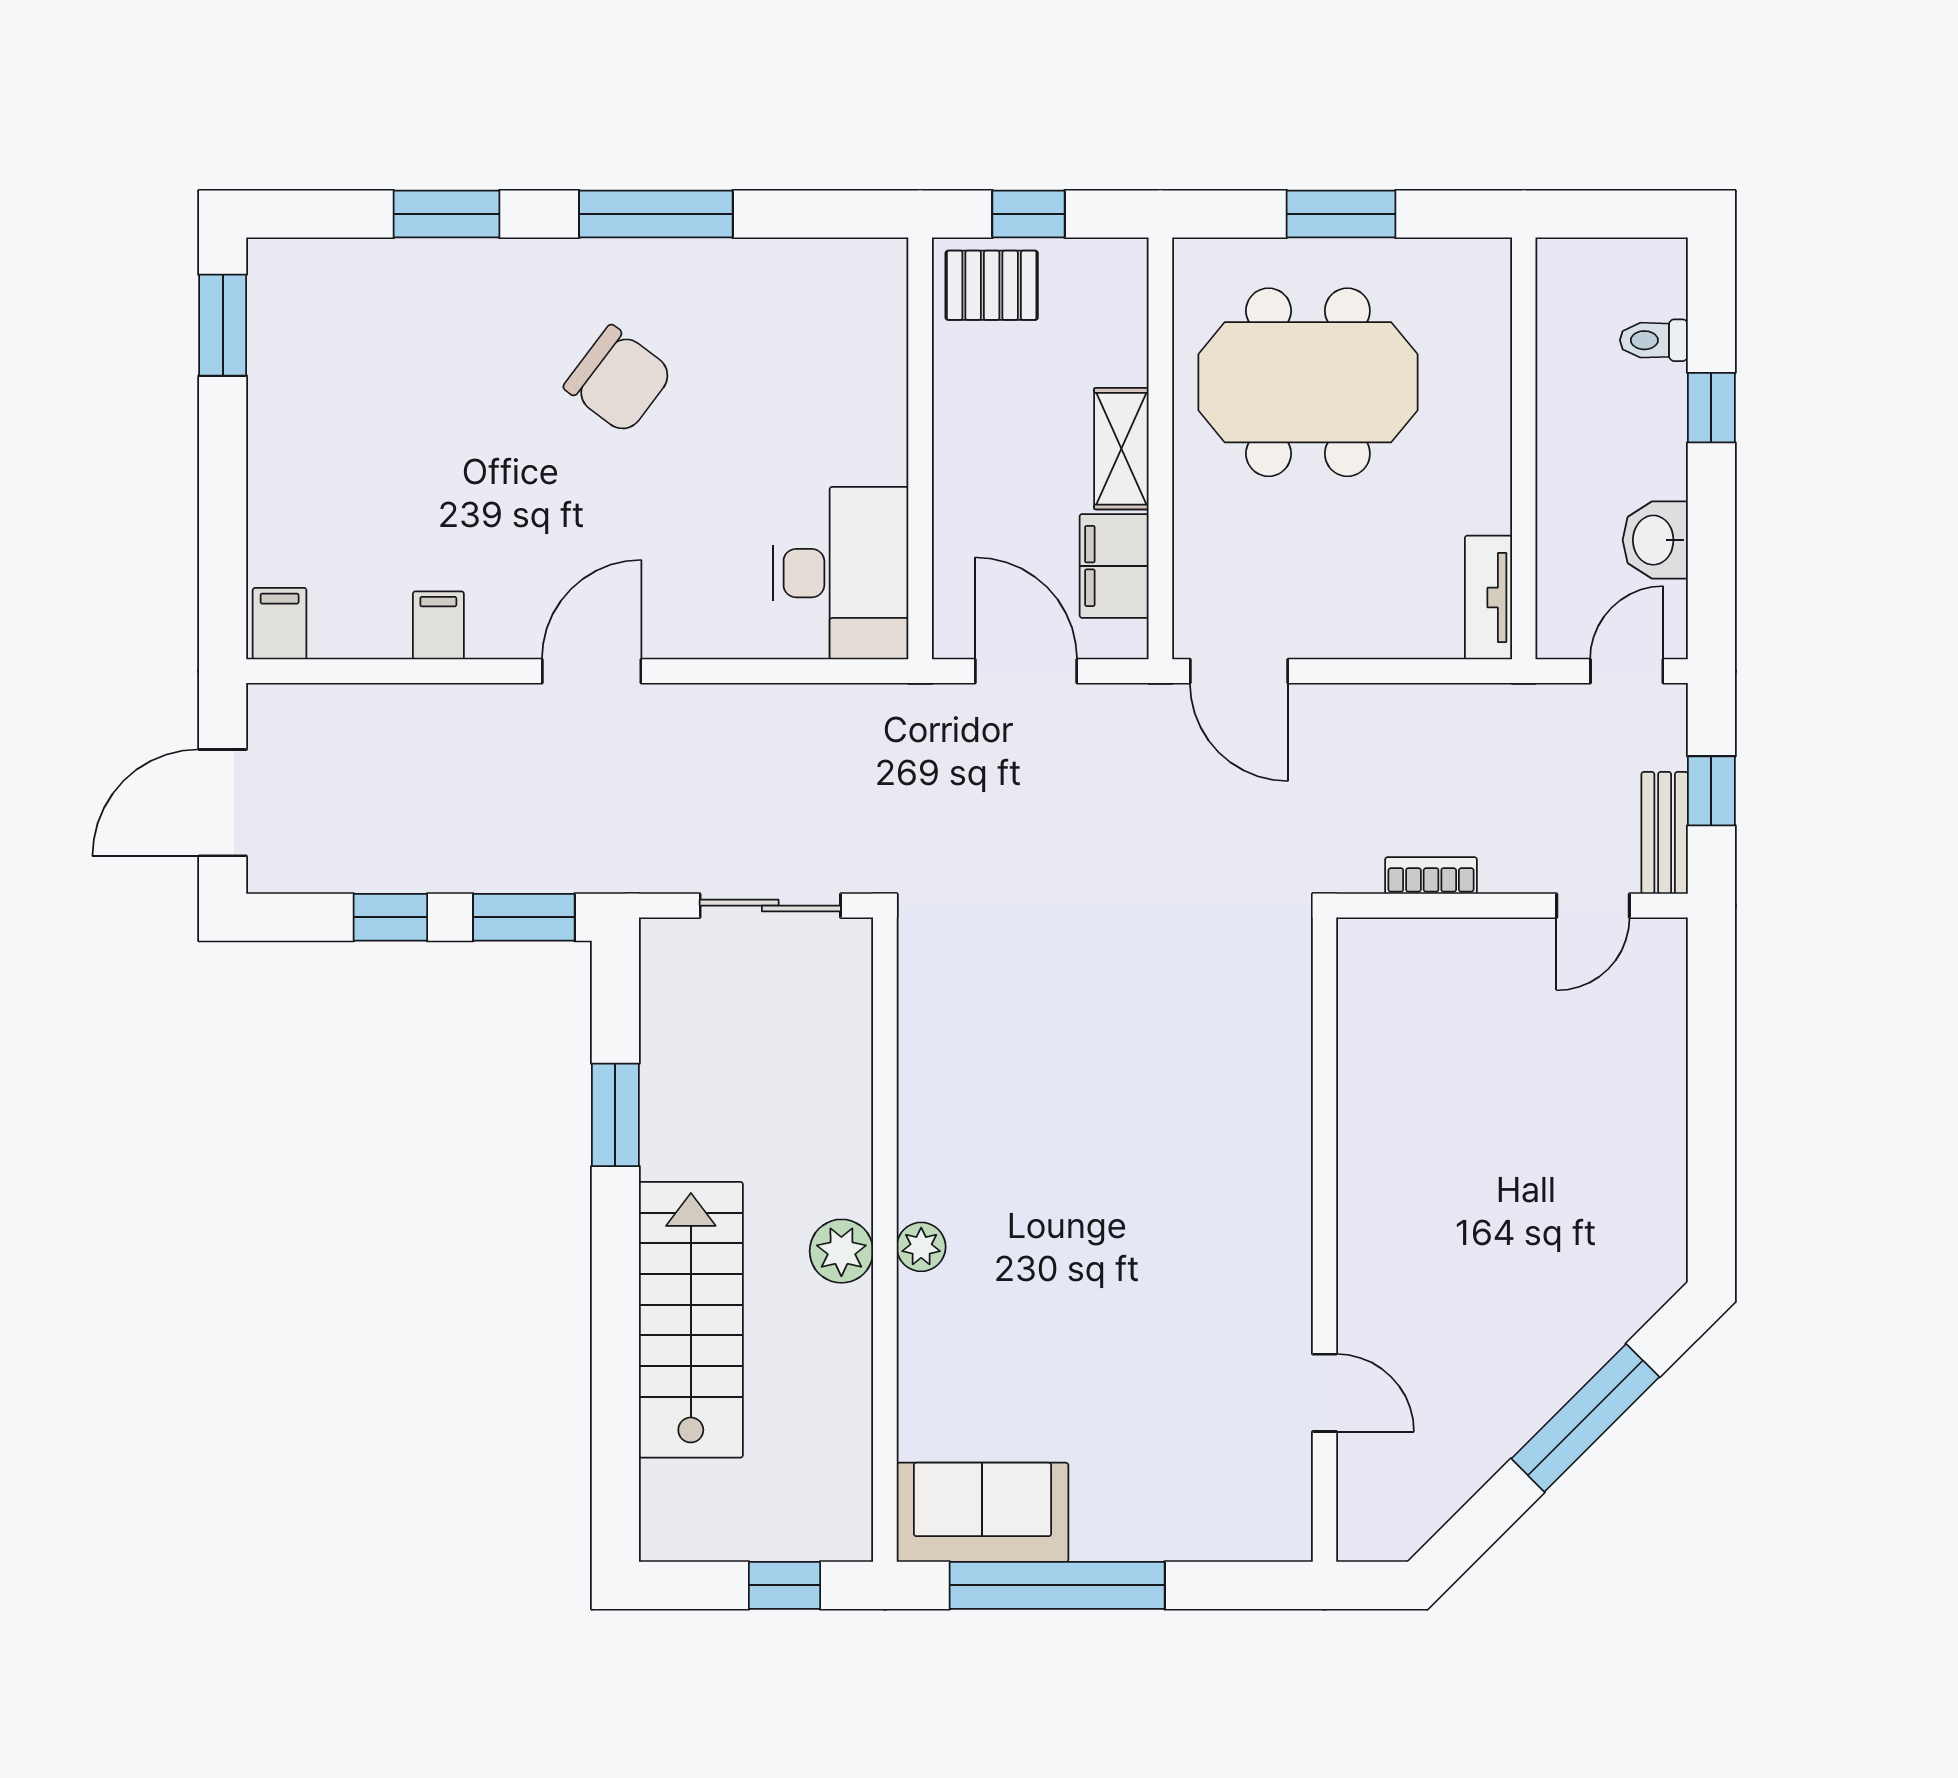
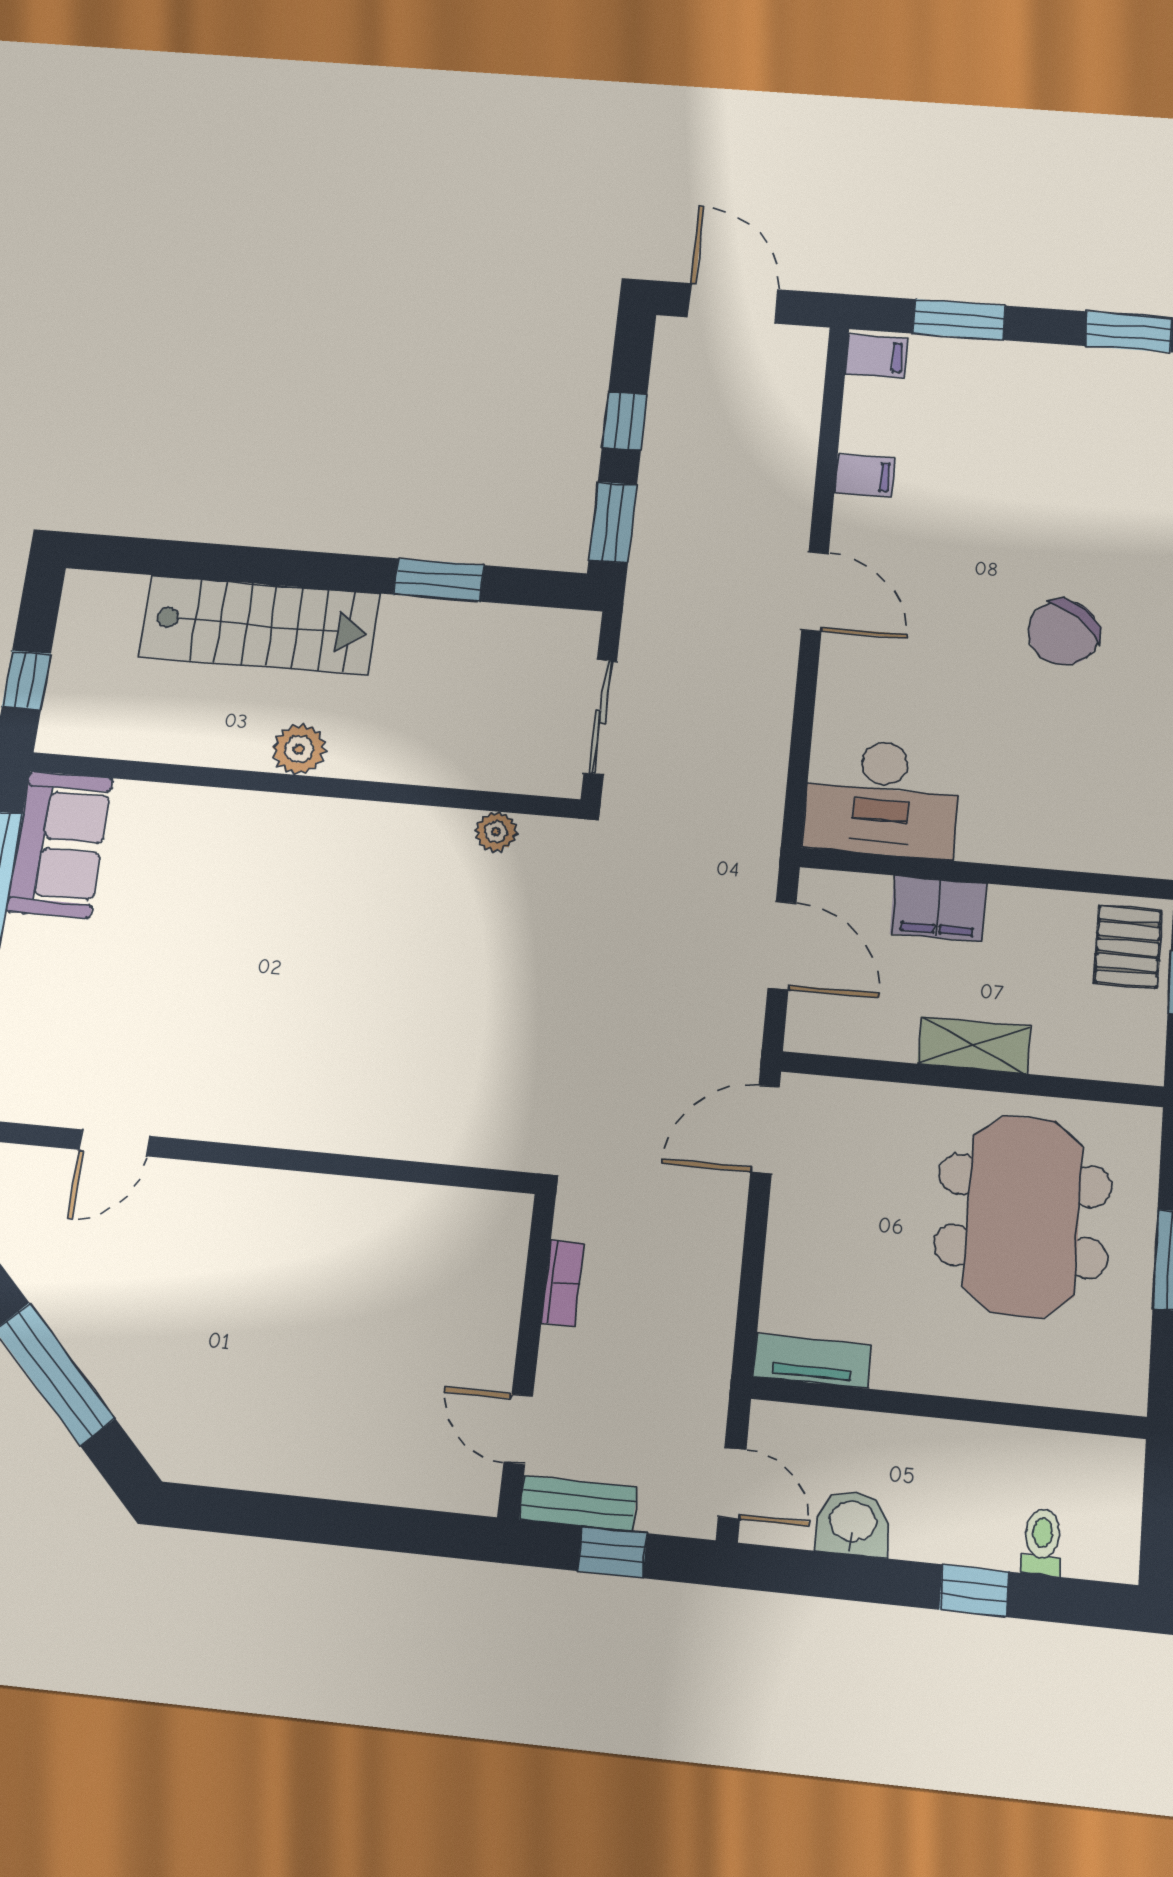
window: (223, 528) -> (959, 320), added
filing cabinet: (1114, 566) -> (938, 908), moved, turned 180
door: (1026, 671) -> (782, 945), hinge flipped
plant: (921, 1247) -> (496, 832), moved

